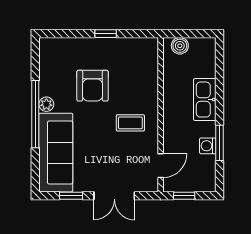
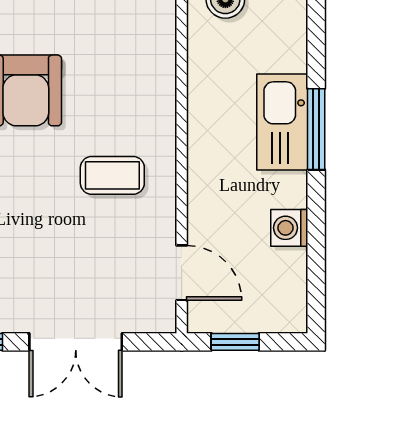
window: (220, 143) -> (316, 129), moved
door: (161, 166) -> (182, 273), hinge flipped

